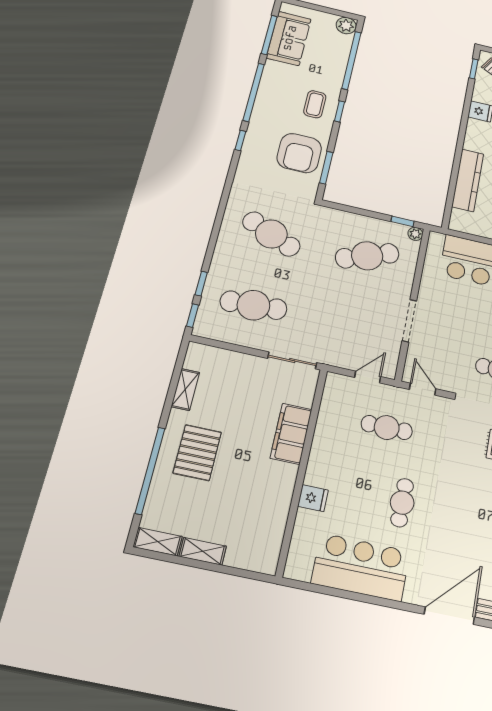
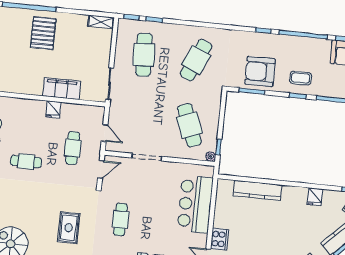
shelving: (185, 389) -> (101, 22), moved
pallet: (197, 453) -> (43, 33), turned 90
fridge: (313, 498) -> (53, 109), moved

